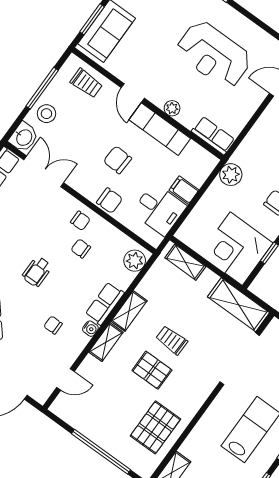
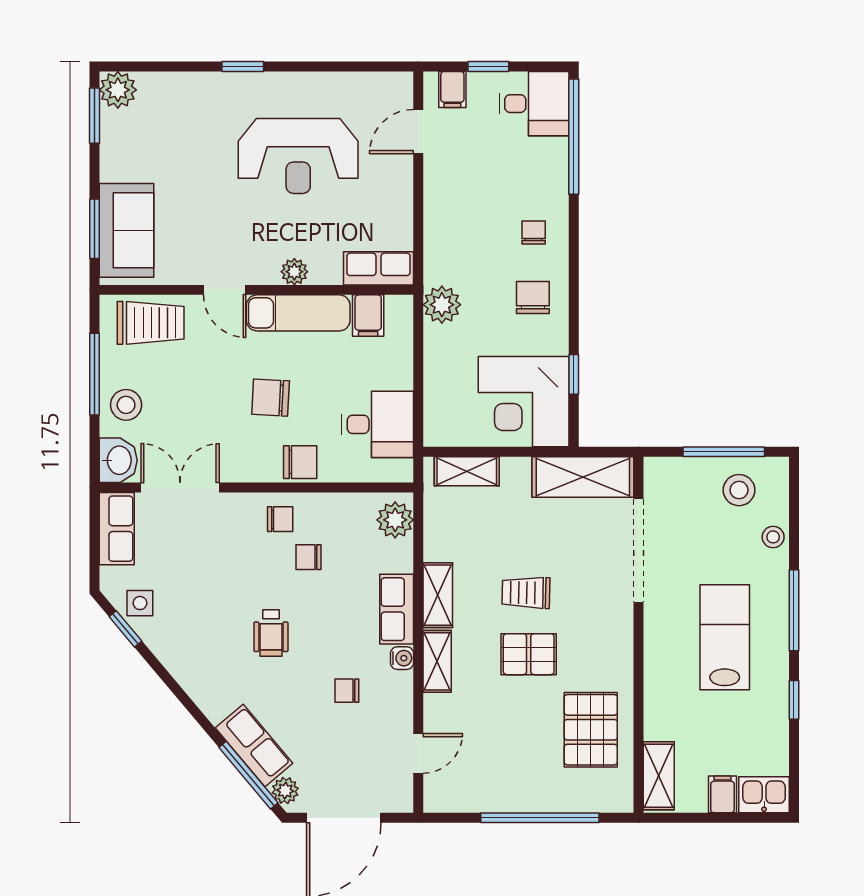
trolley: (86, 83) -> (151, 323), width x1.36, depth x1.39
filing cabinet: (184, 190) -> (368, 316), moved, turned -90

